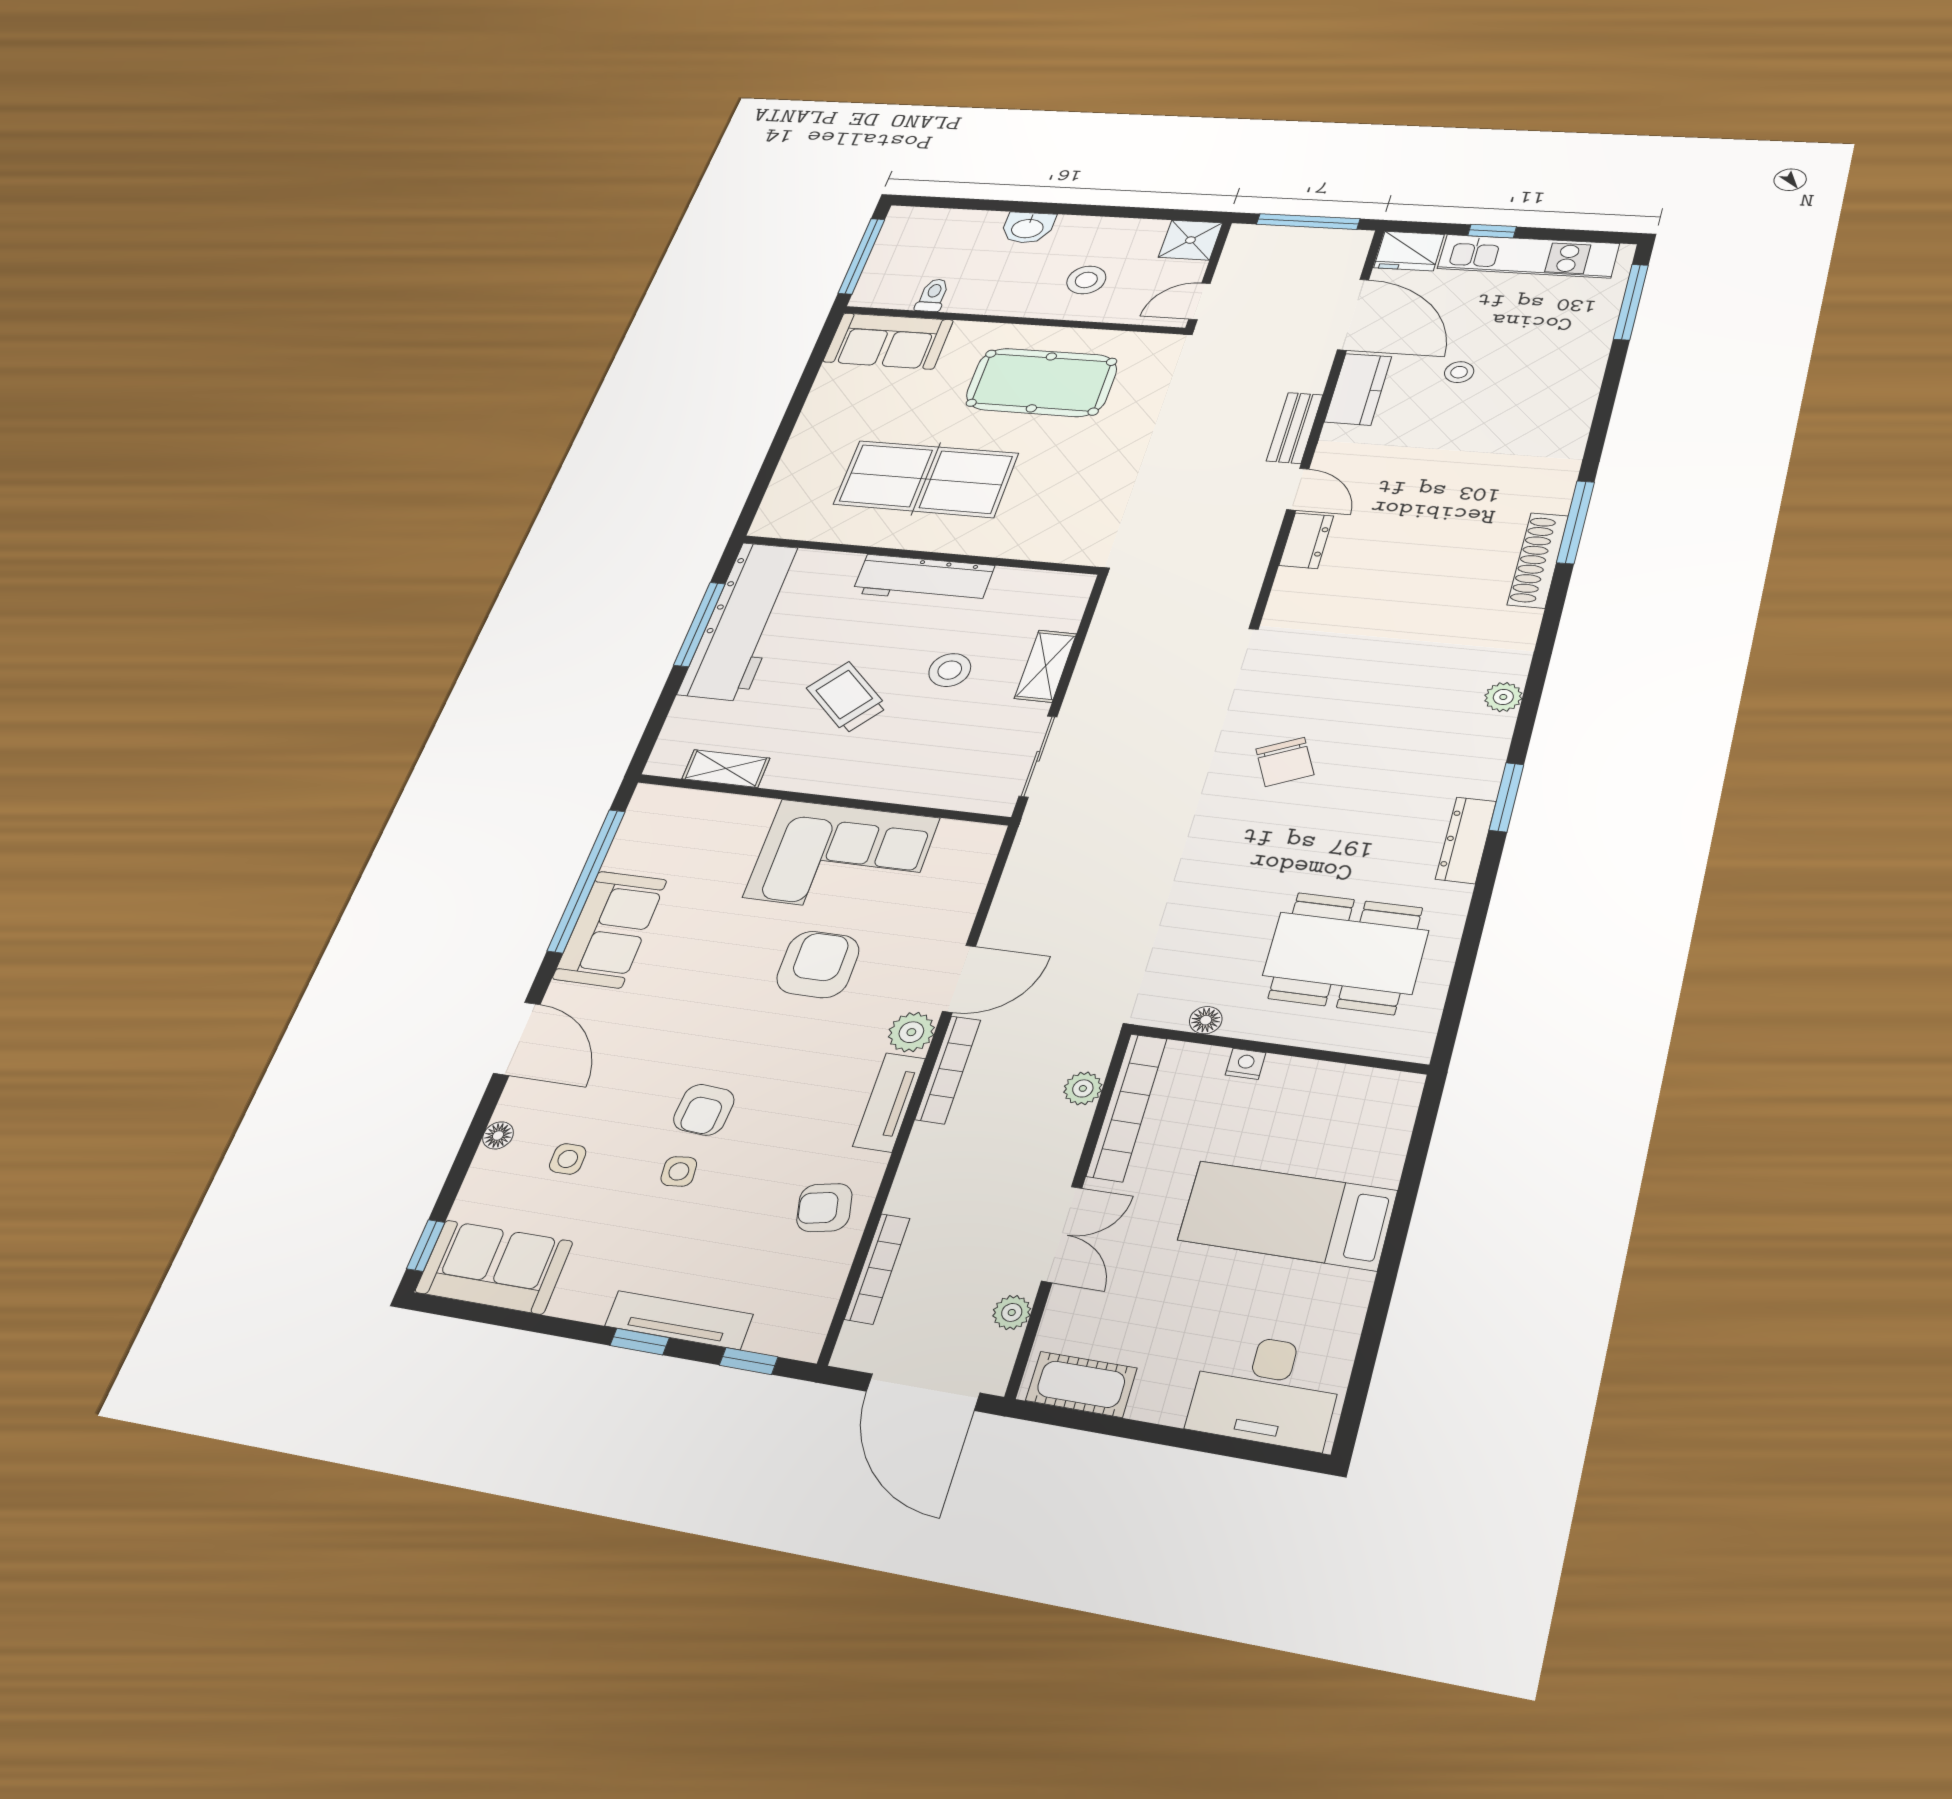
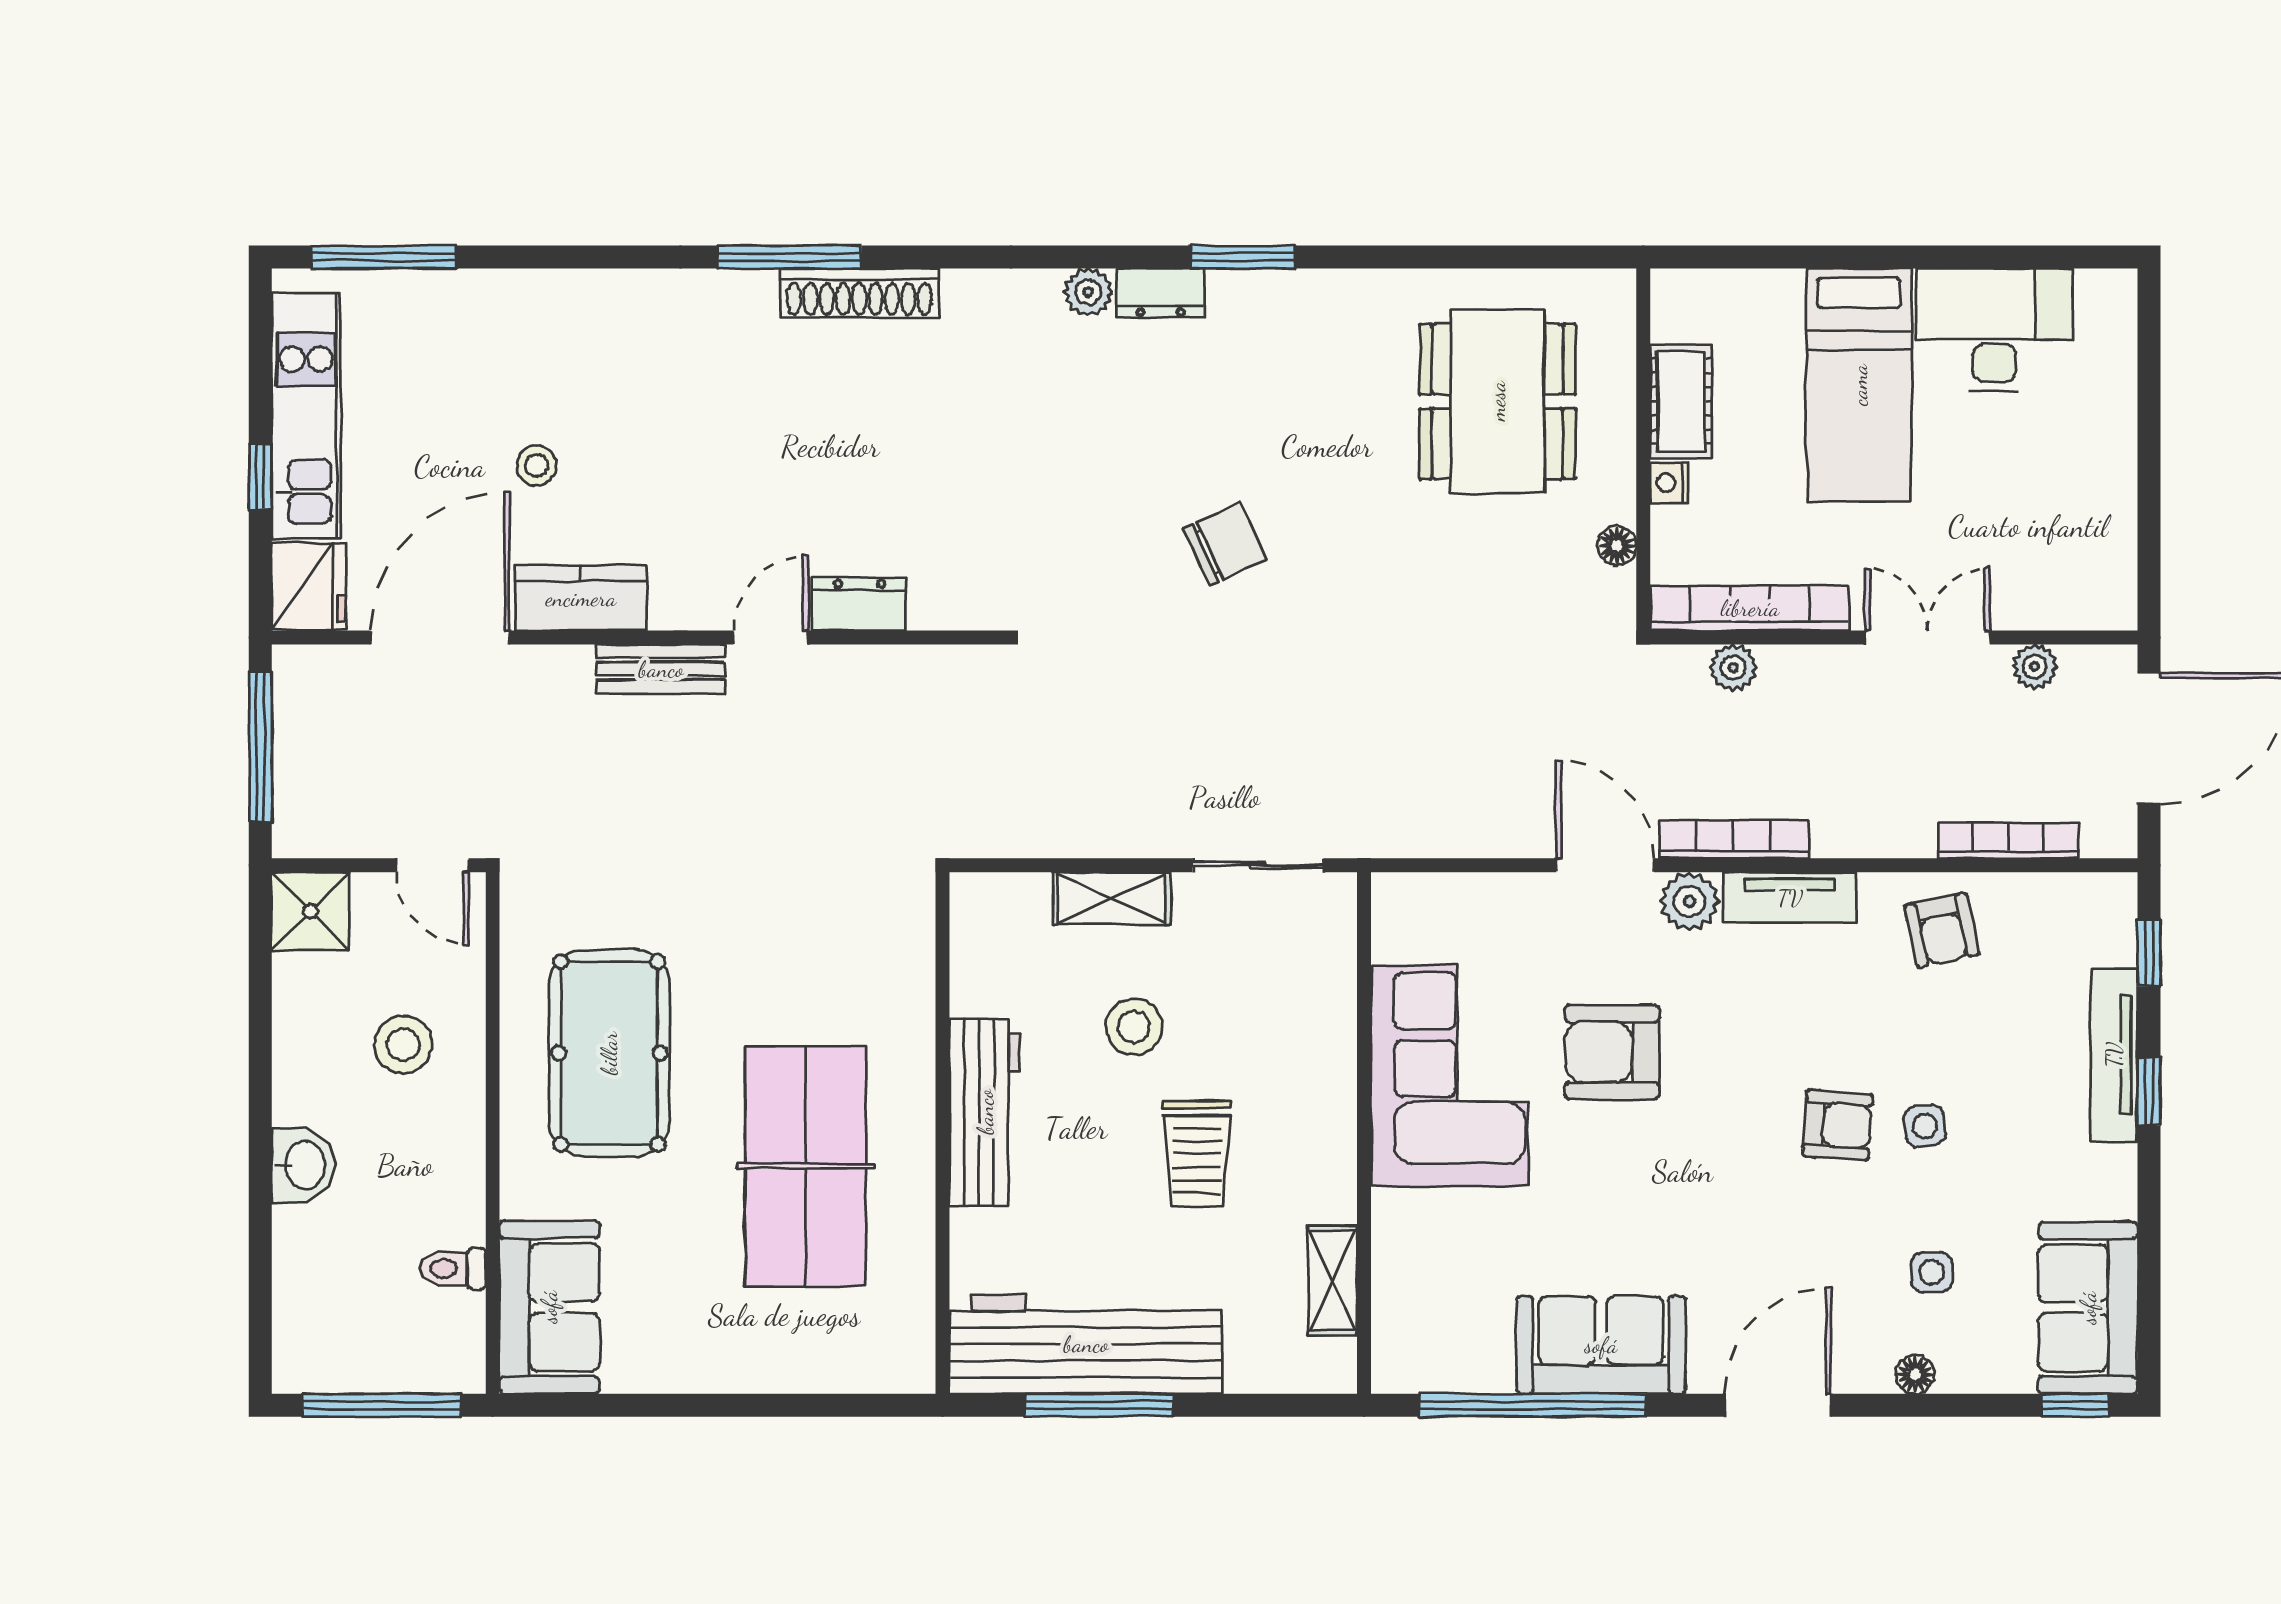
trolley: (847, 698) -> (1197, 1153), turned -41
dresser: (1466, 840) -> (1160, 293), moved, width x0.70
cot: (1081, 1384) -> (1681, 401), moved
desk: (1266, 1390) -> (1994, 330), moved, turned -90

